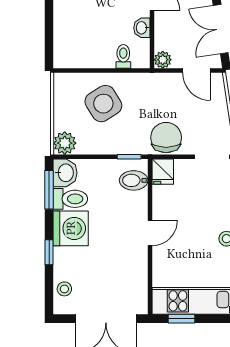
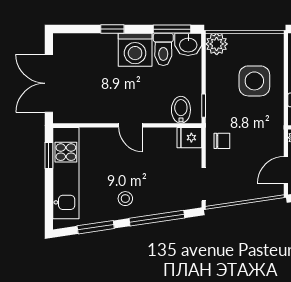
side table: (103, 104) -> (254, 81), turned 32
chair: (166, 138) -> (222, 141), width x0.54, depth x0.54
stool: (64, 289) -> (77, 44), removed

